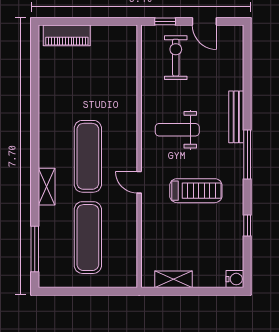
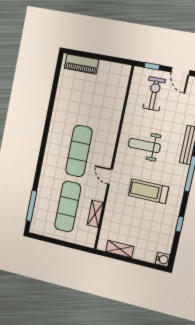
shelving: (47, 187) -> (95, 214), moved
treadmill: (196, 191) -> (148, 191), turned 180

